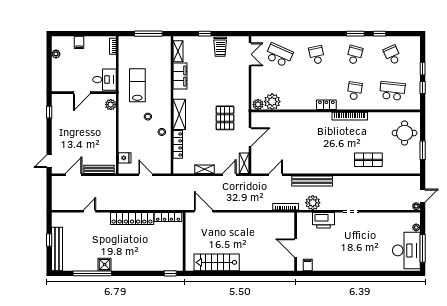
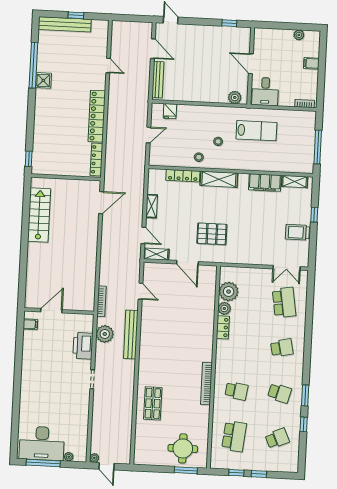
school desk: (279, 55) -> (284, 302), turned -33
plant: (258, 104) -> (224, 308), moved
locker: (326, 105) -> (223, 327), moved
window: (423, 150) -> (186, 470), moved

